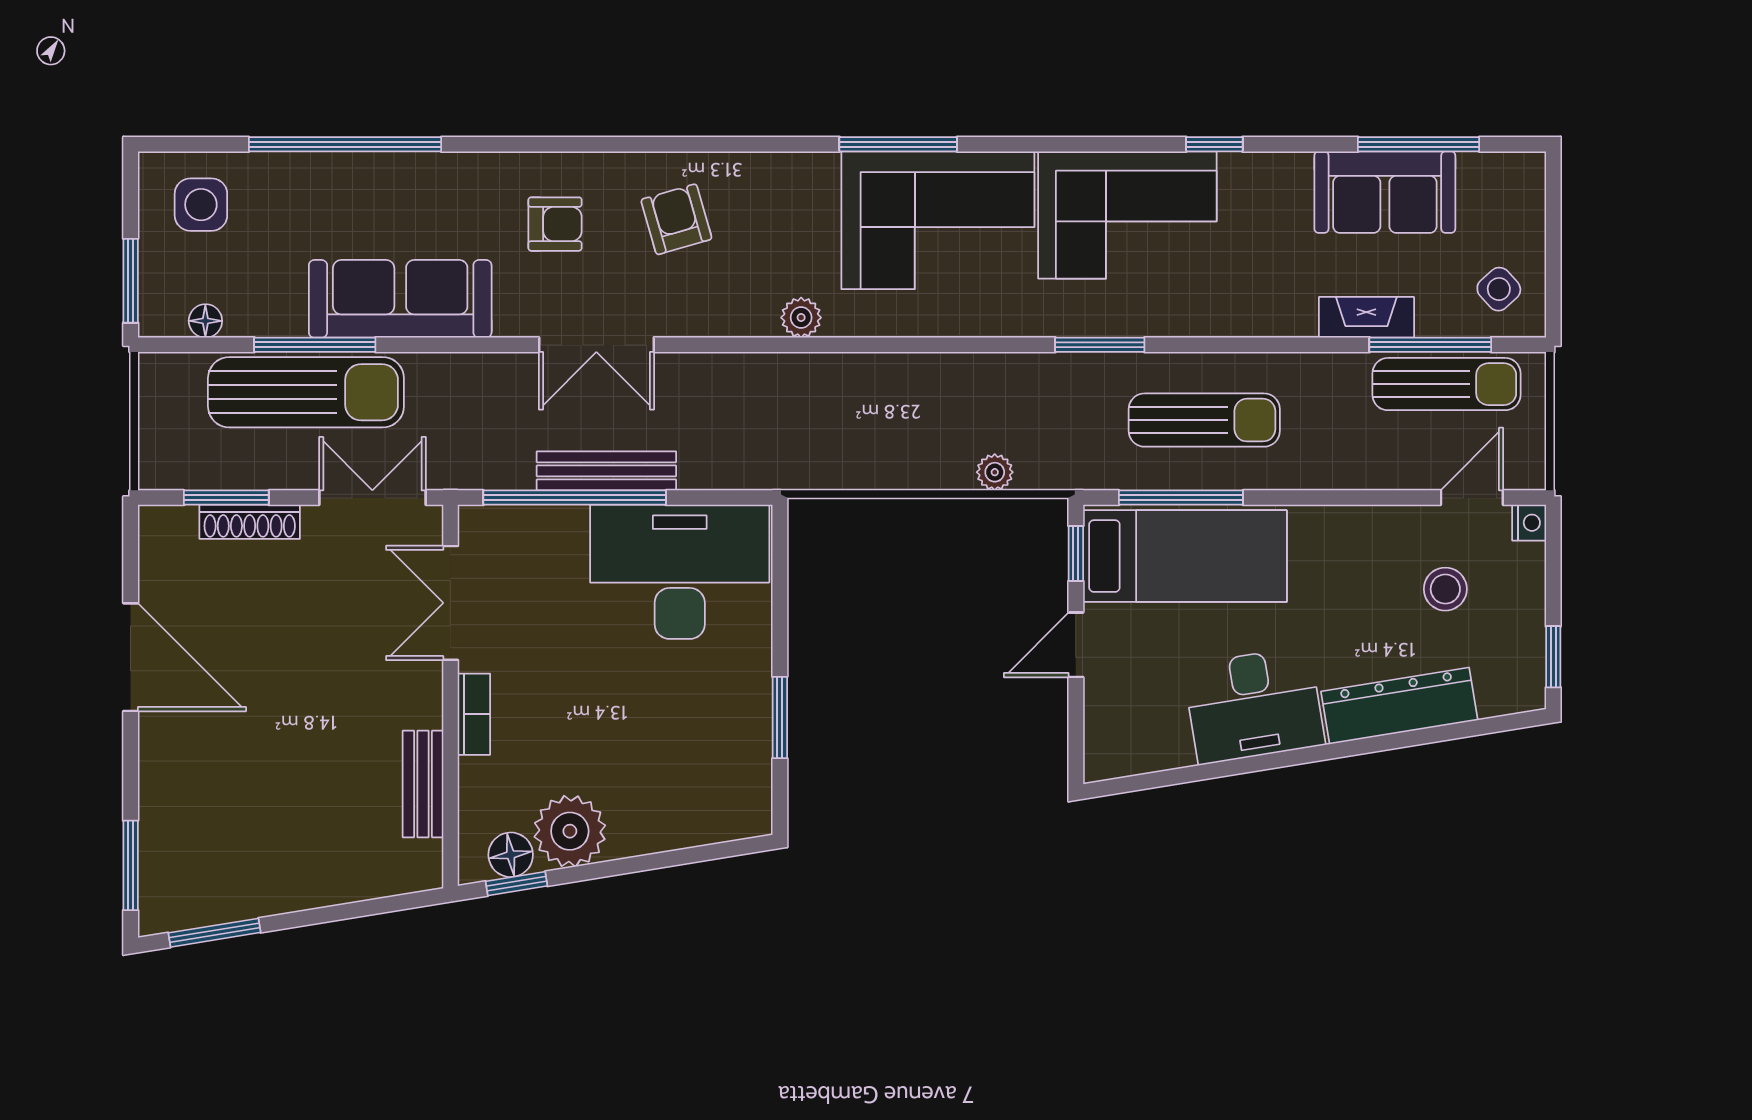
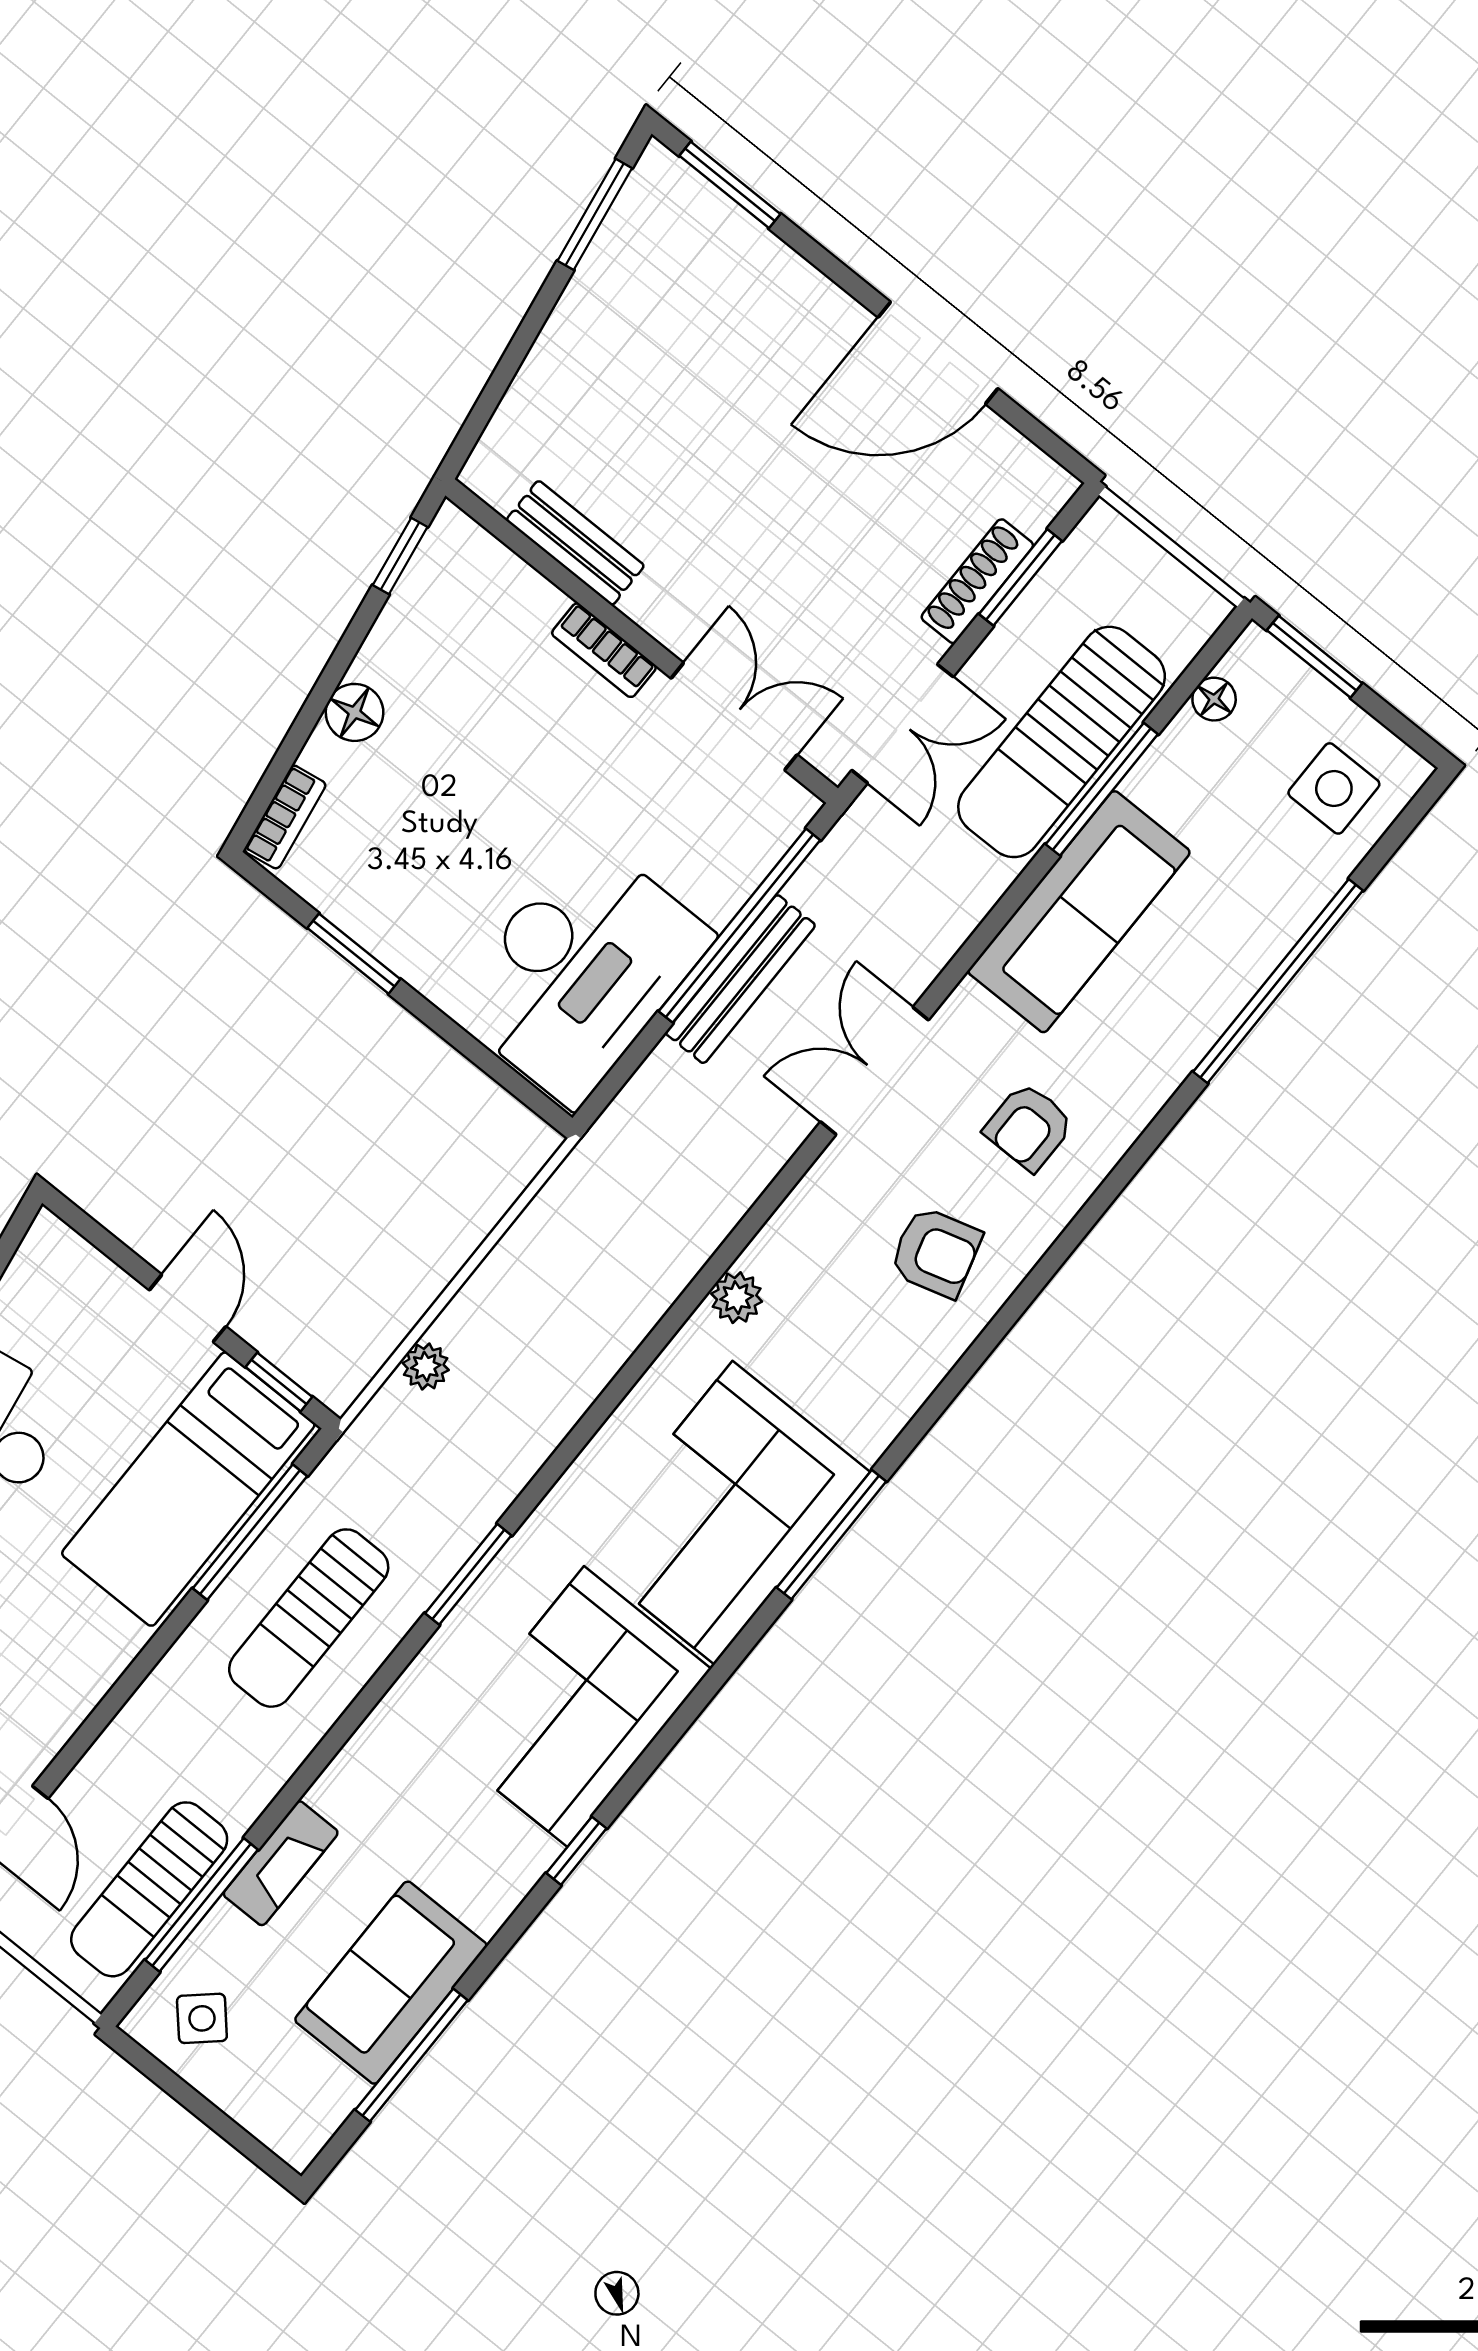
bookcase: (731, 826) -> (285, 817), added
plant: (570, 831) -> (410, 652), removed
floor lamp: (511, 855) -> (355, 712), moved

